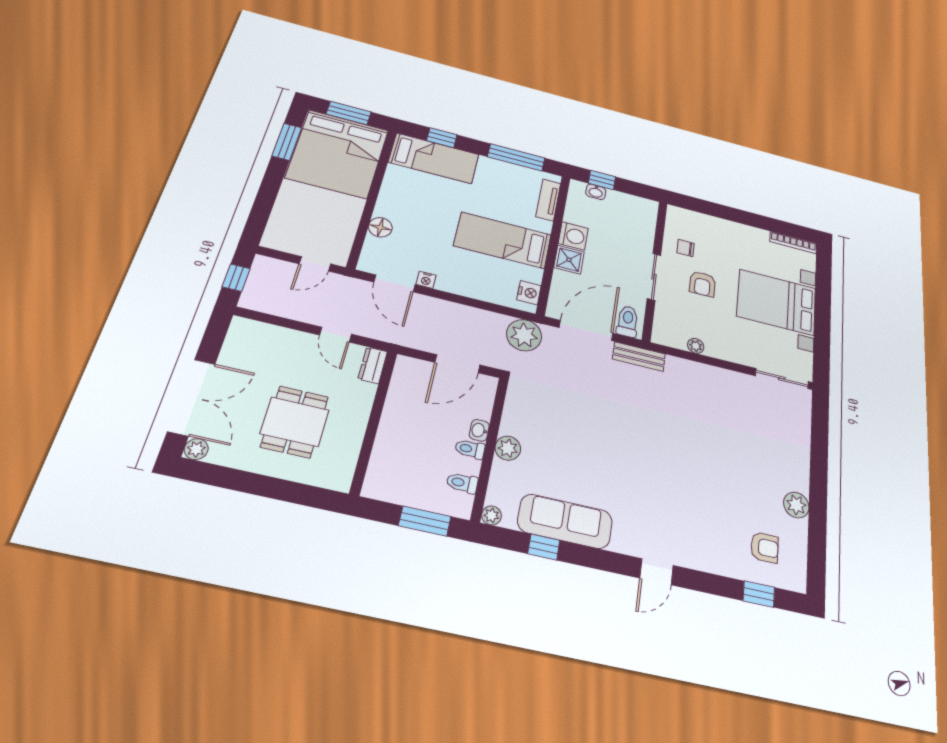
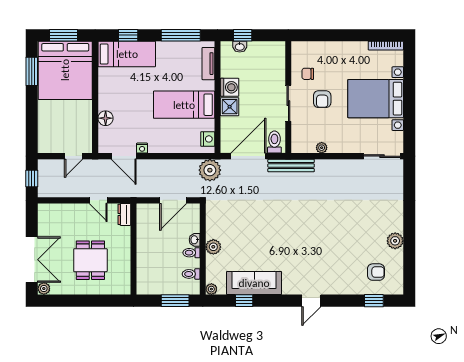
bench: (639, 357) -> (291, 166), width x1.36

